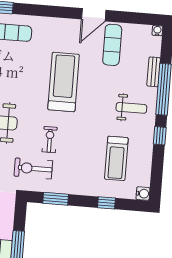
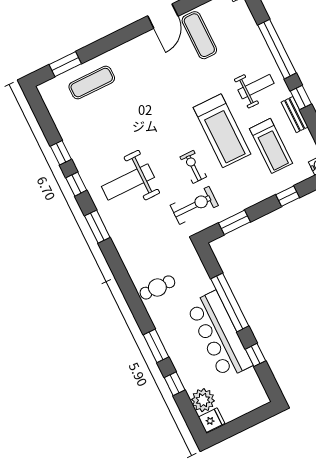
bench: (154, 72) -> (295, 115), moved
treadmill: (64, 82) -> (222, 131), moved, turned 180
exercise bike: (33, 168) -> (194, 205), turned 180

